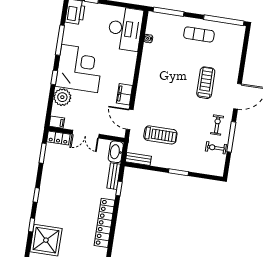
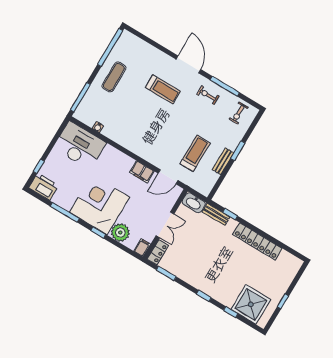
treadmill: (206, 83) -> (163, 89), turned 180
exercise bike: (216, 148) -> (238, 113), moved
bench: (138, 159) -> (223, 161), moved

